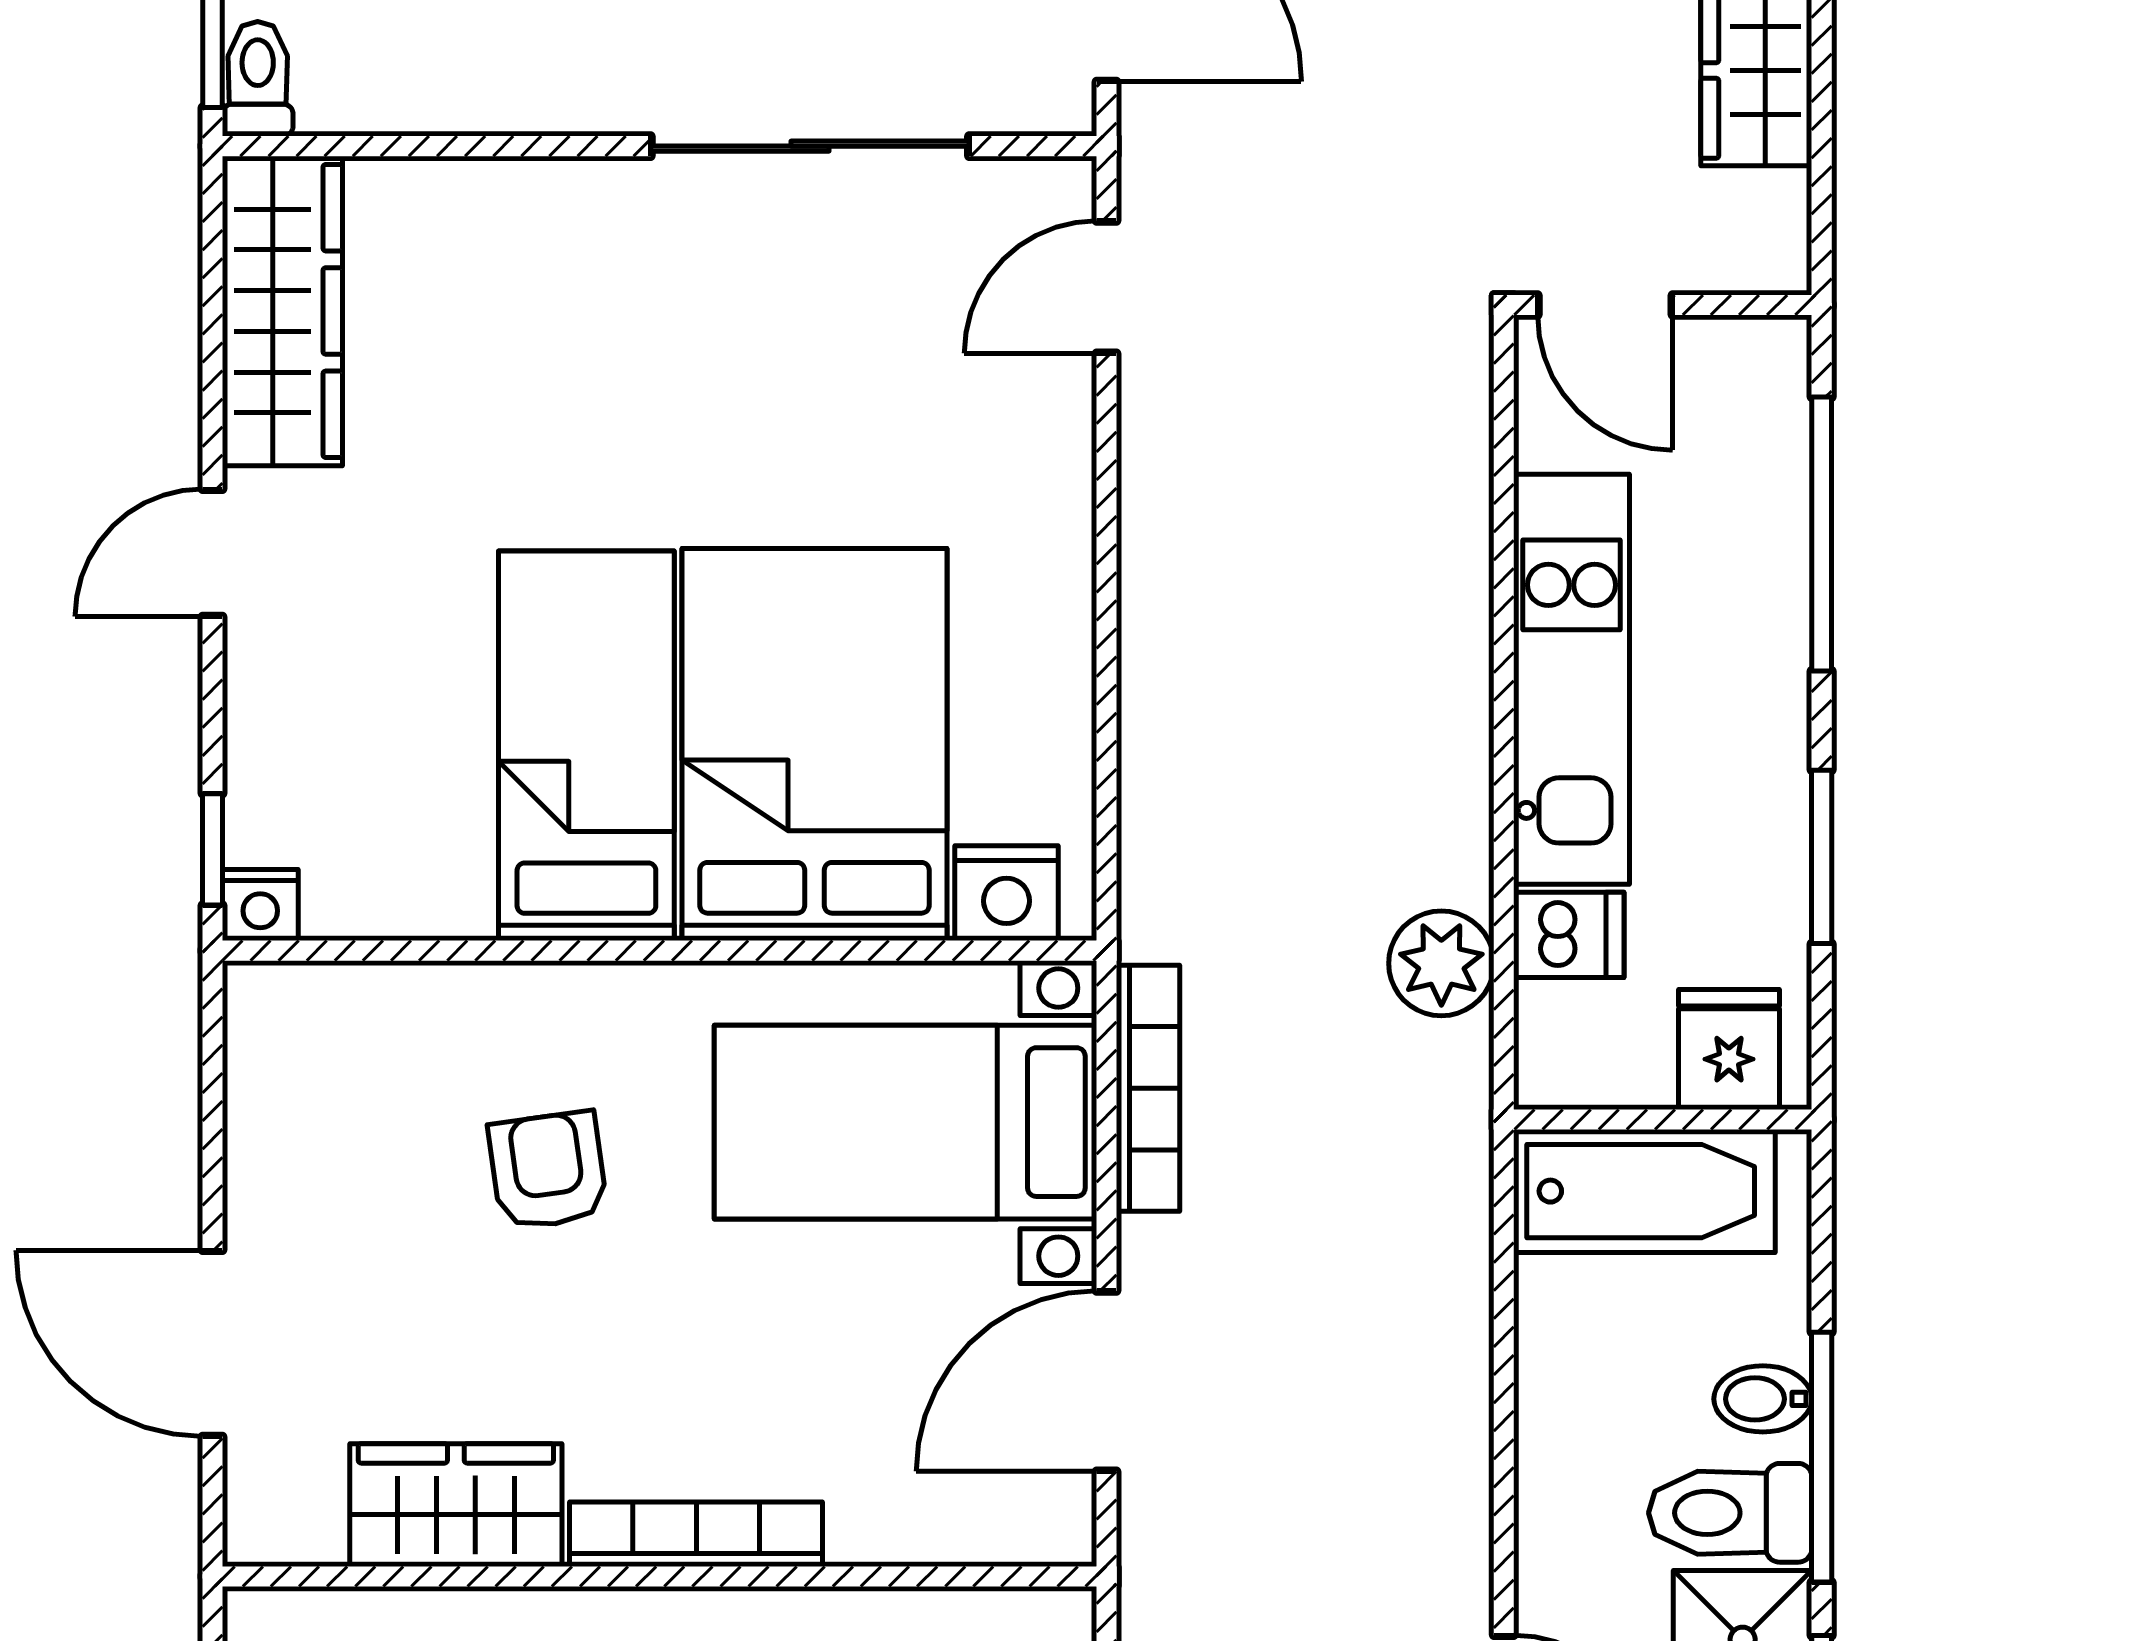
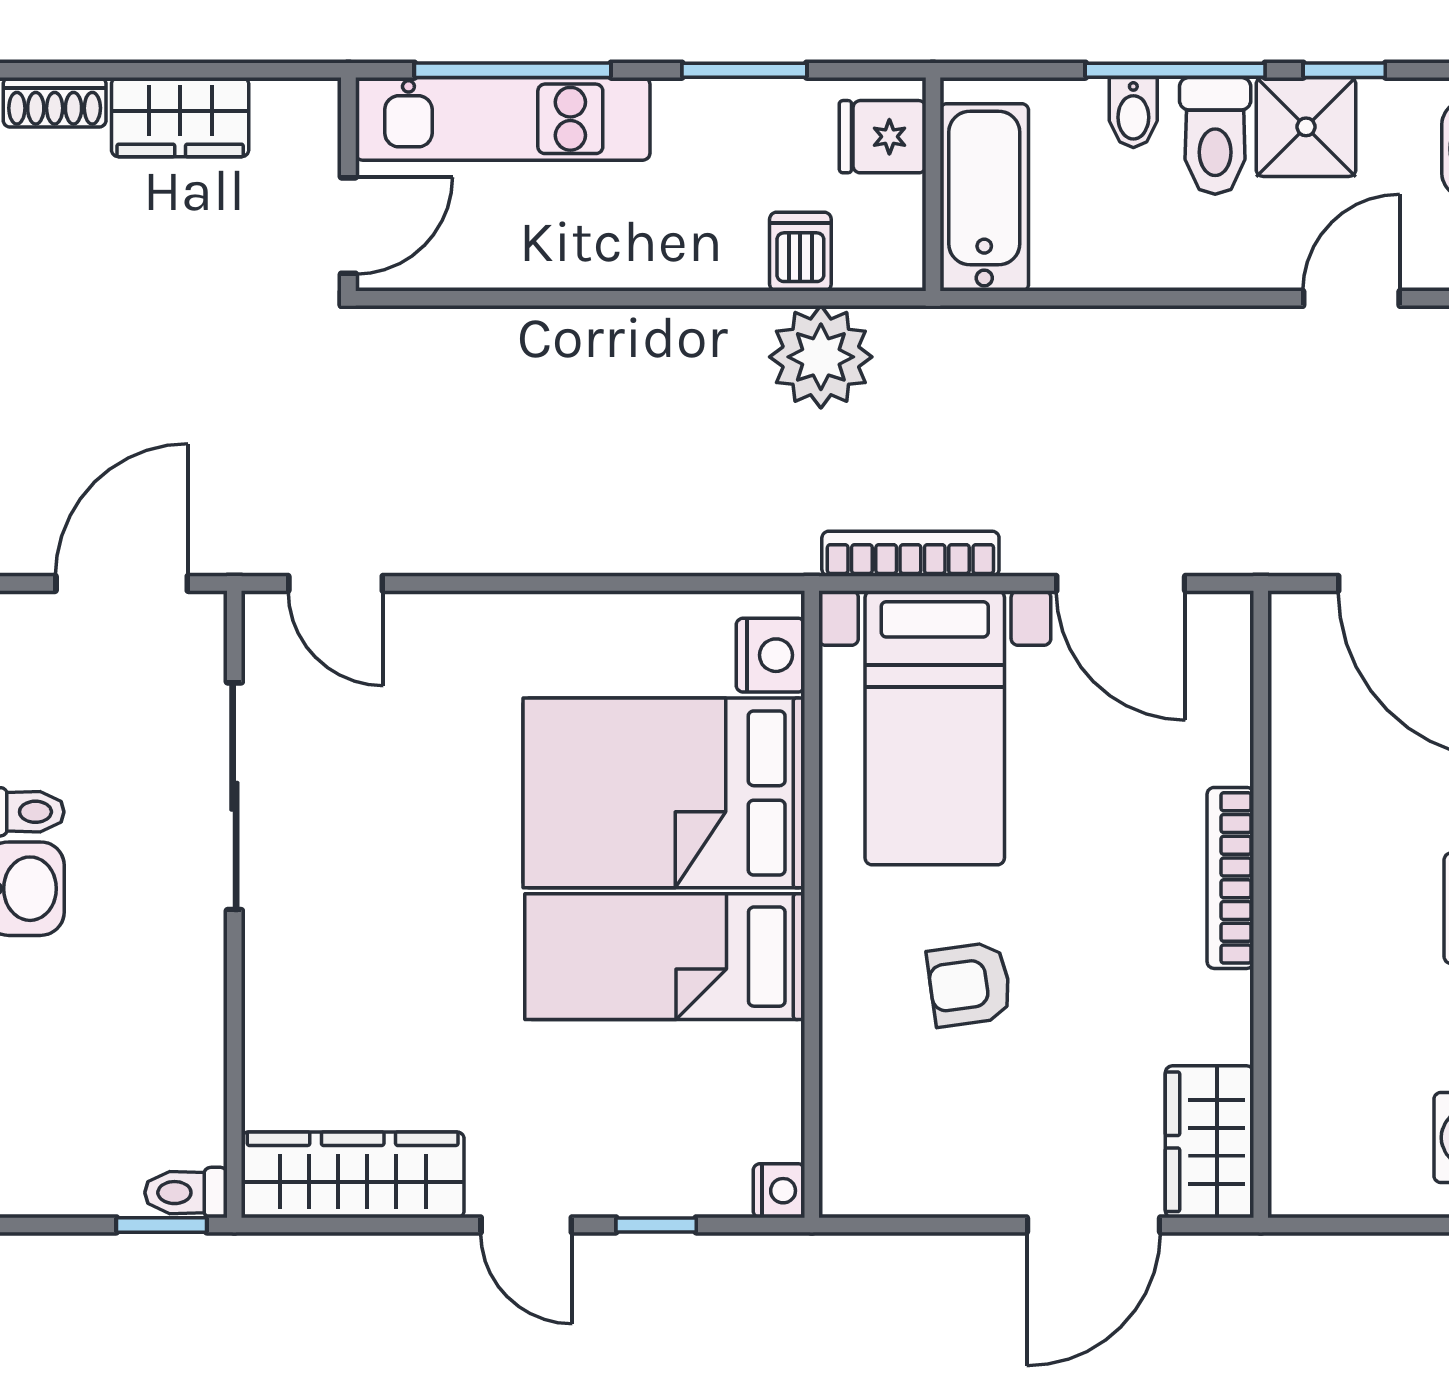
kitchen unit: (1572, 679) -> (503, 119), moved, turned 180
window: (213, 849) -> (656, 1225), moved
plant: (1441, 963) -> (821, 357), width x1.36, depth x1.36
wardrobe: (456, 1505) -> (1210, 1142), moved

